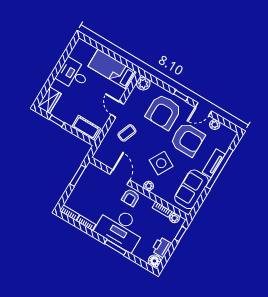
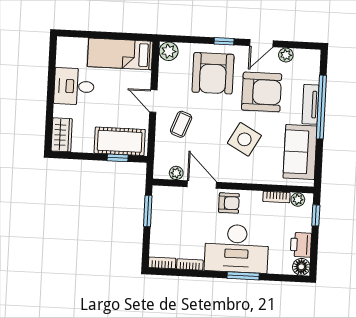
window: (57, 121) -> (118, 158), moved
cot: (86, 128) -> (120, 141), width x1.37, depth x1.34
plant: (149, 186) -> (176, 173), moved
armchair: (131, 198) -> (229, 203), turned -90

